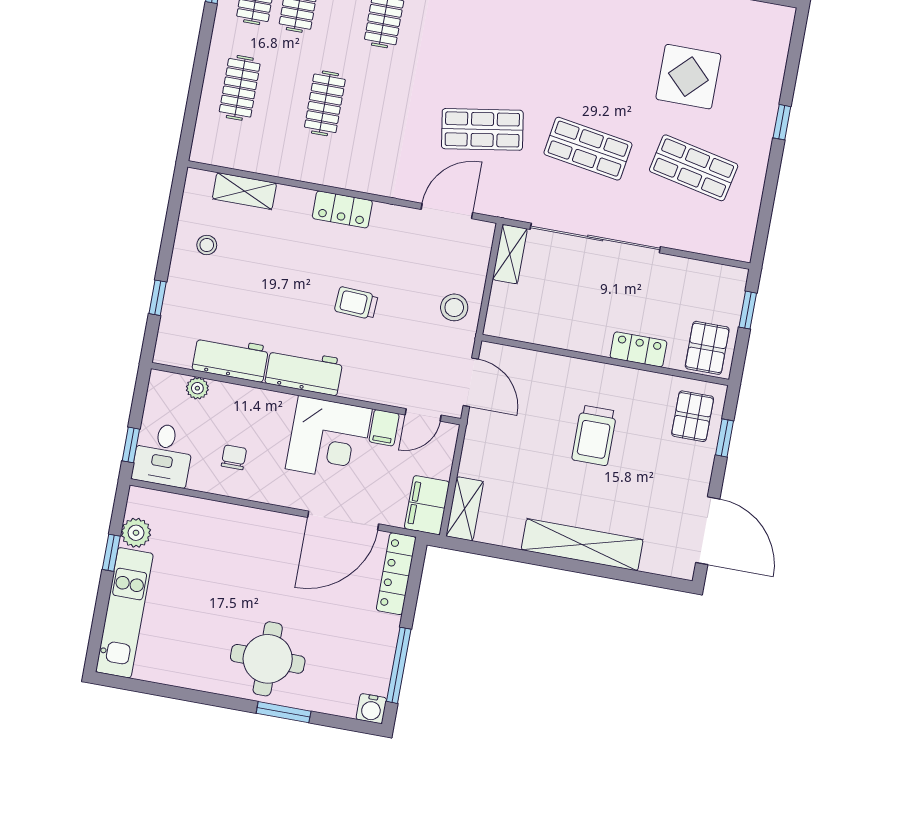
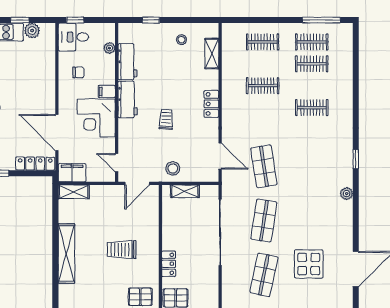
shelving: (510, 254) -> (185, 191), moved
filing cabinet: (384, 428) -> (107, 91), moved

